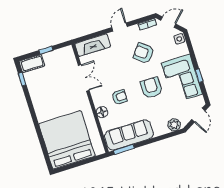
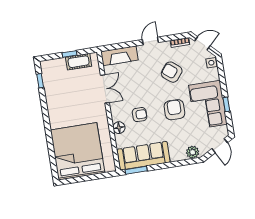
cot: (32, 63) -> (79, 62), moved

